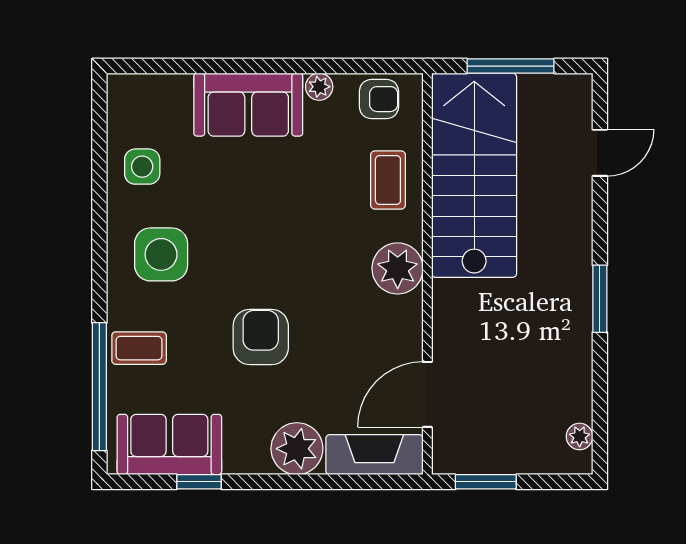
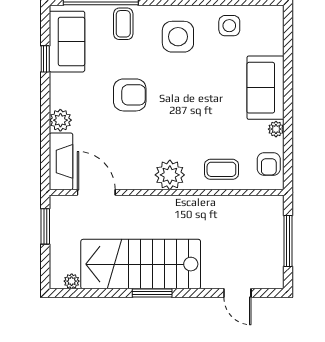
stairs: (474, 175) -> (141, 264), moved, turned 180
plant: (297, 449) -> (60, 120), width x0.73, depth x0.73

